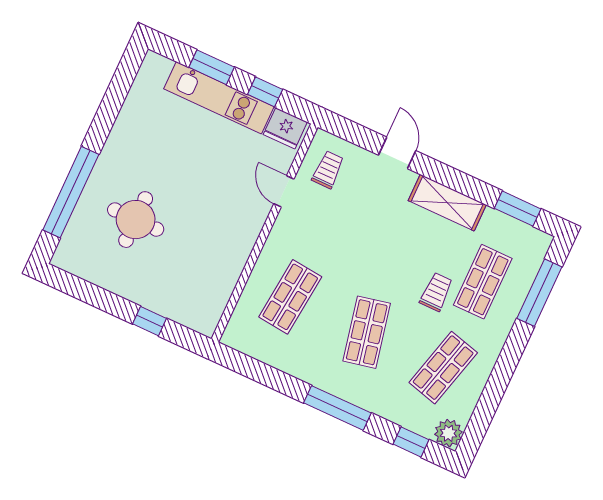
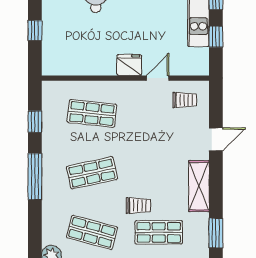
fridge: (285, 128) -> (129, 65), moved, turned 90
window: (411, 442) -> (35, 122), moved

